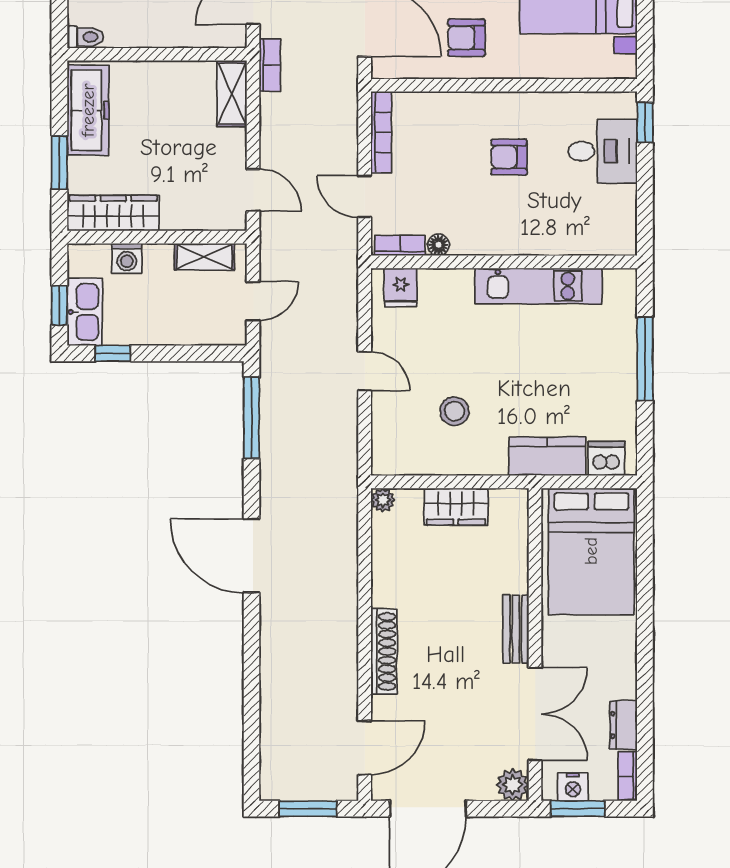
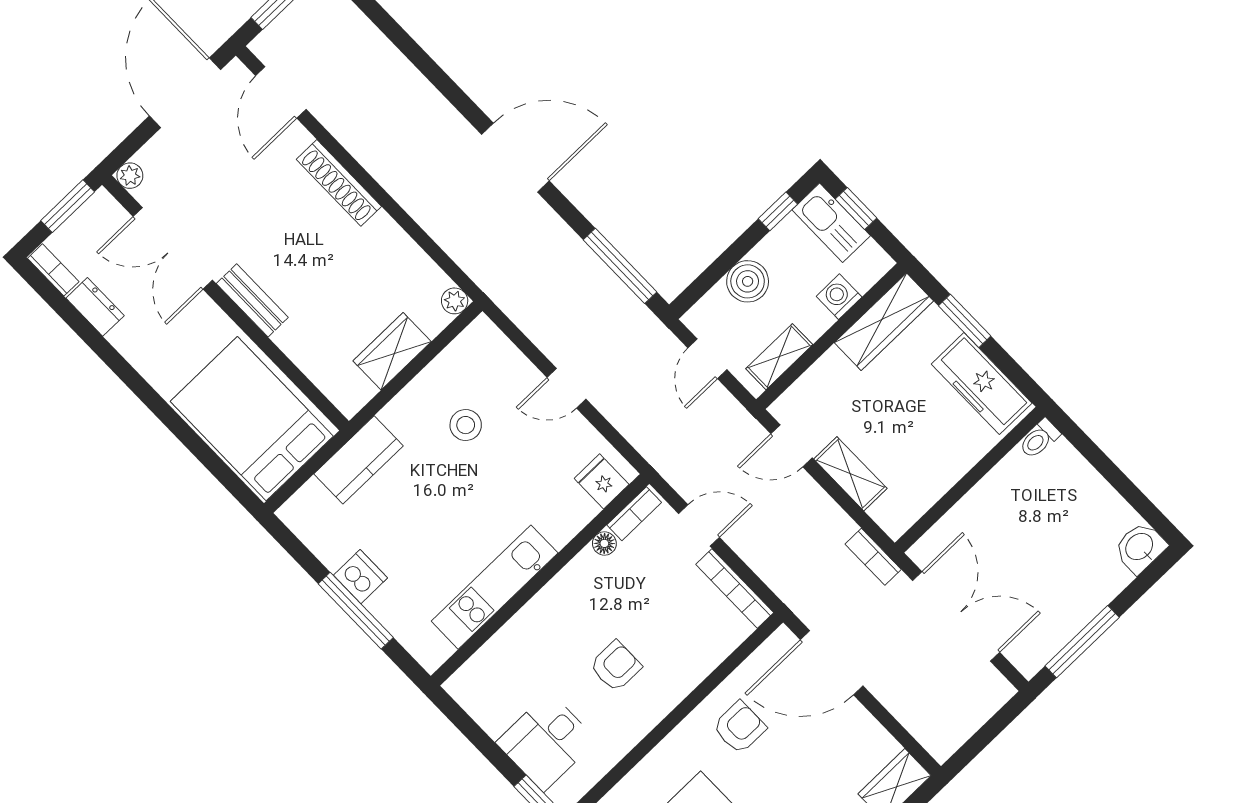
shelving: (232, 94) -> (850, 474), moved
boiler: (177, 326) -> (748, 281), added
dishwasher: (606, 459) -> (360, 577), moved, turned -90
plant: (513, 785) -> (130, 176), width x0.73, depth x0.73
nightstand: (573, 787) -> (88, 220), removed

